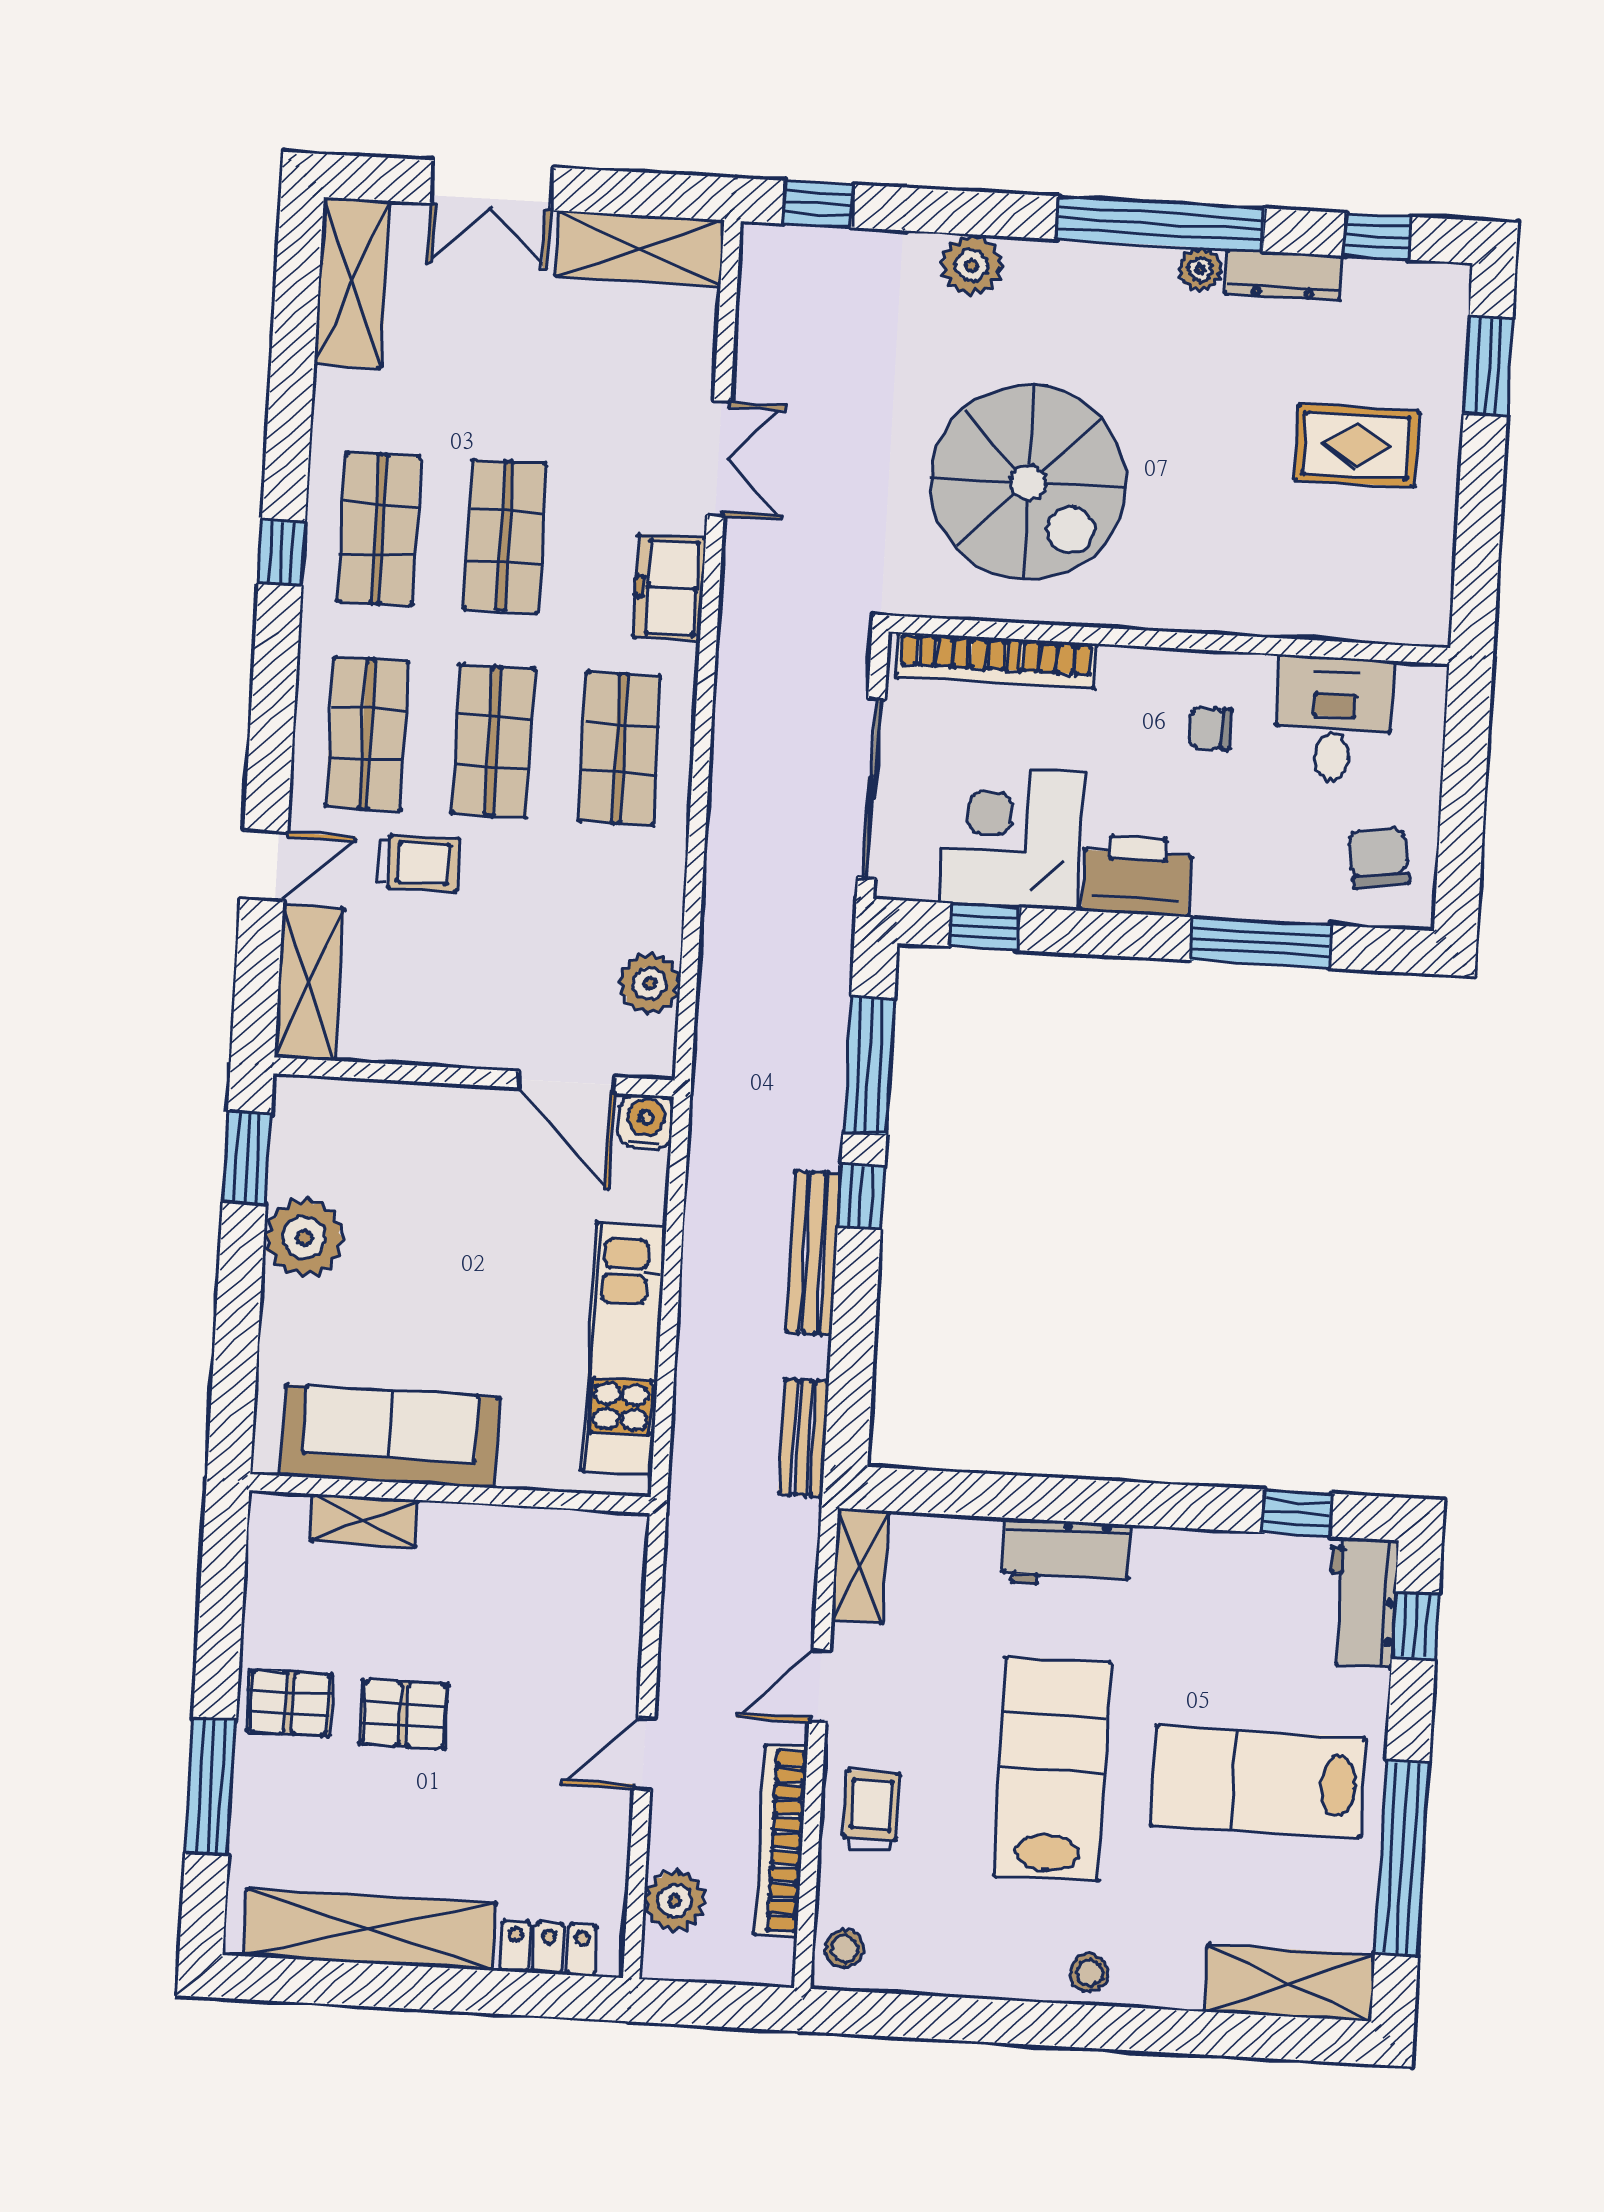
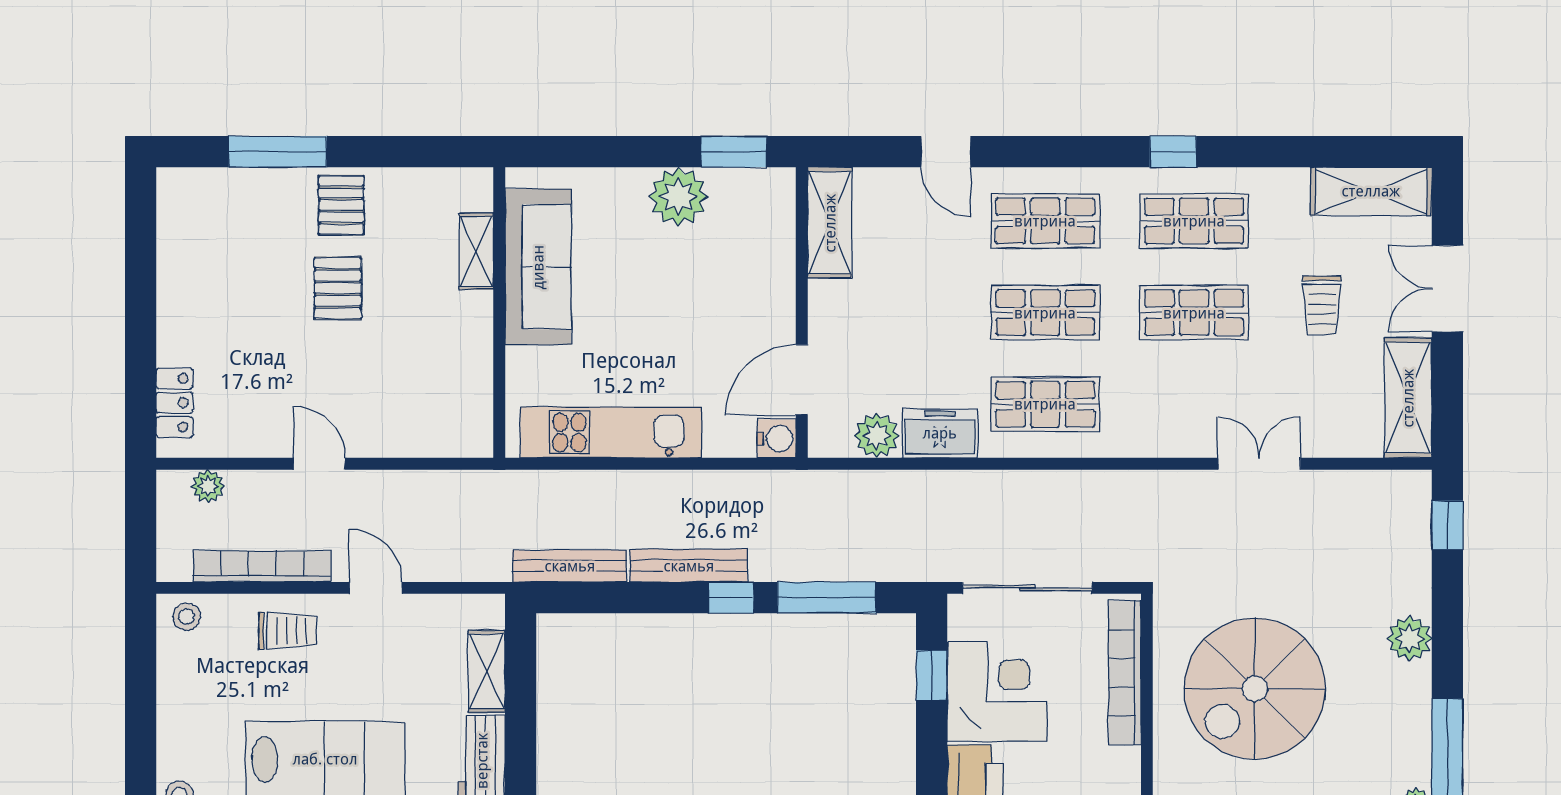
double door: (719, 459) -> (1259, 464), swing flipped
freezer: (669, 588) -> (940, 433), moved
trolley: (418, 863) -> (1322, 305), moved
shelving: (309, 983) -> (830, 223), moved, turned 90
bench: (804, 1438) -> (570, 566), width x1.36
shelving: (860, 1566) -> (487, 671), moved, turned 90
plant: (675, 1901) -> (208, 486), width x0.73, depth x0.73
shelving: (370, 1929) -> (181, 273), removed

